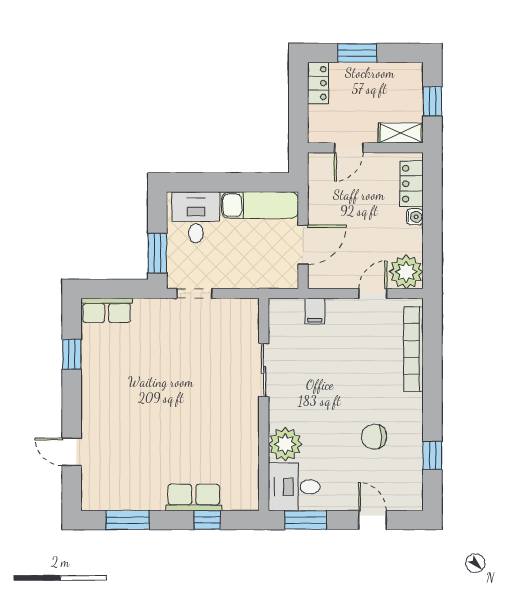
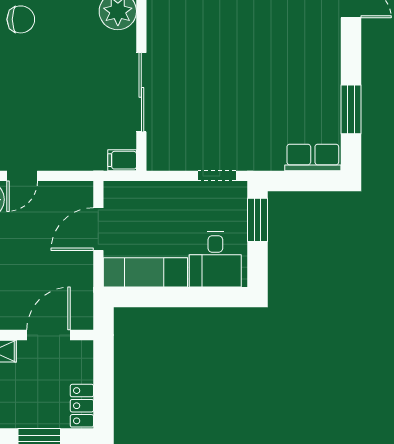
door: (349, 148) -> (49, 335), width x1.38
filing cabinet: (315, 311) -> (122, 160), moved, turned -90
window: (72, 354) -> (351, 109), width x1.50
sliding door: (264, 370) -> (141, 92), width x1.37

